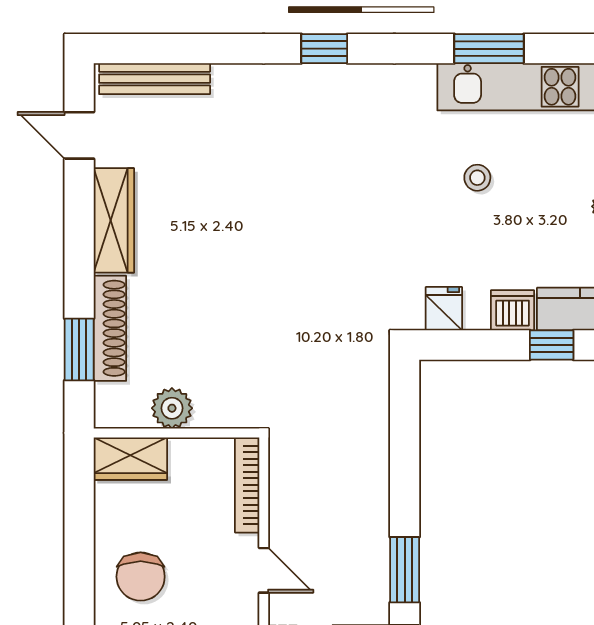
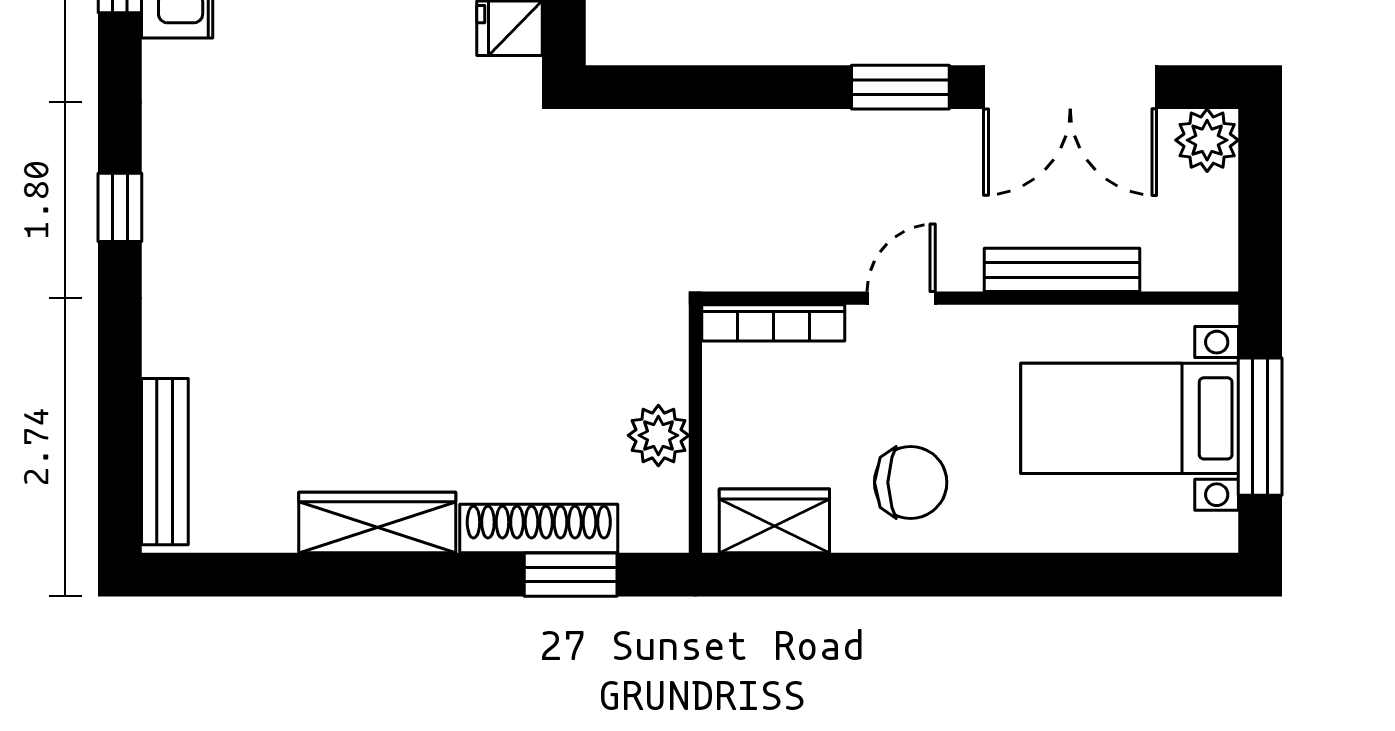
door: (79, 135) -> (250, 575), removed
wardrobe: (130, 459) -> (774, 521), moved, turned -90

